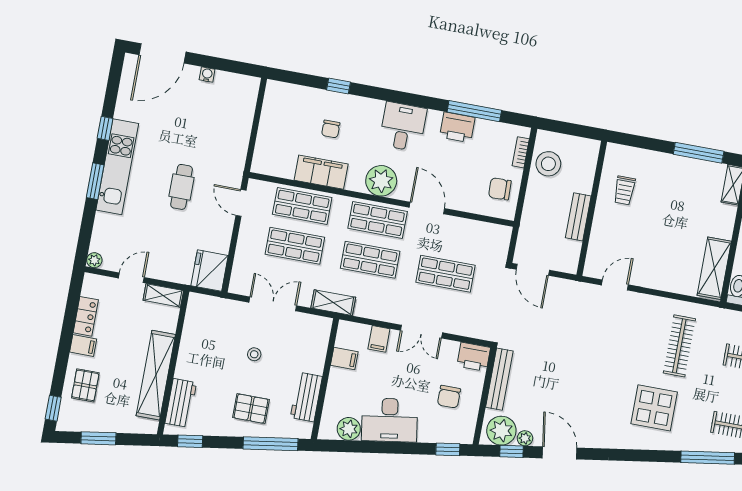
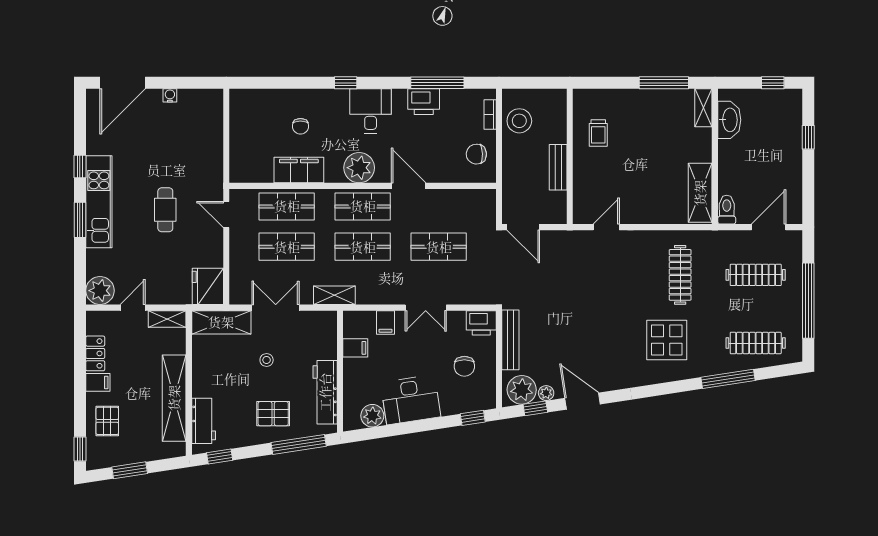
window: (338, 86) -> (346, 83), moved
plant: (94, 260) -> (100, 291), width x1.88, depth x1.88
shelving: (216, 309) -> (221, 322), added
workbench: (306, 397) -> (325, 392), width x1.38

